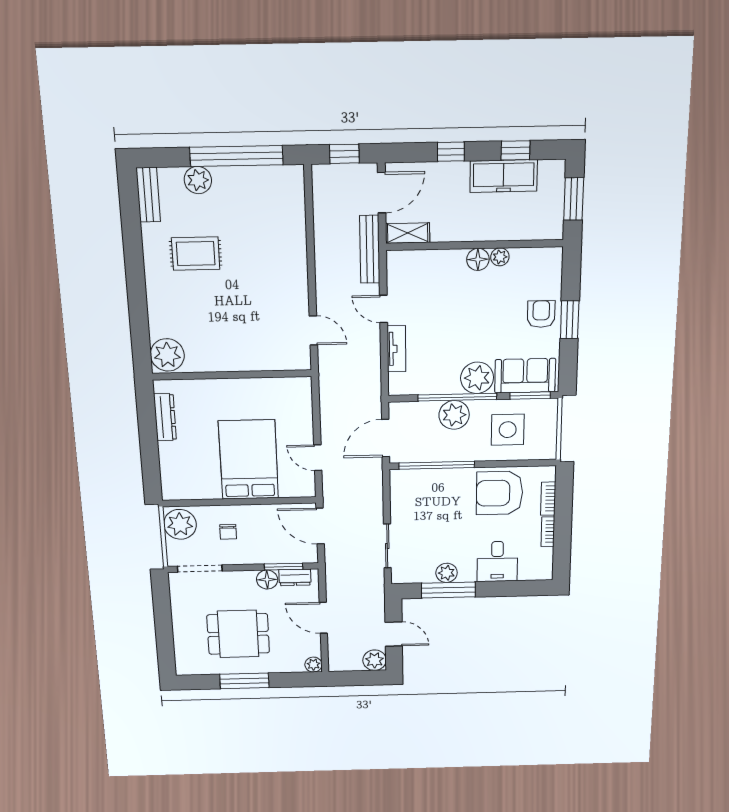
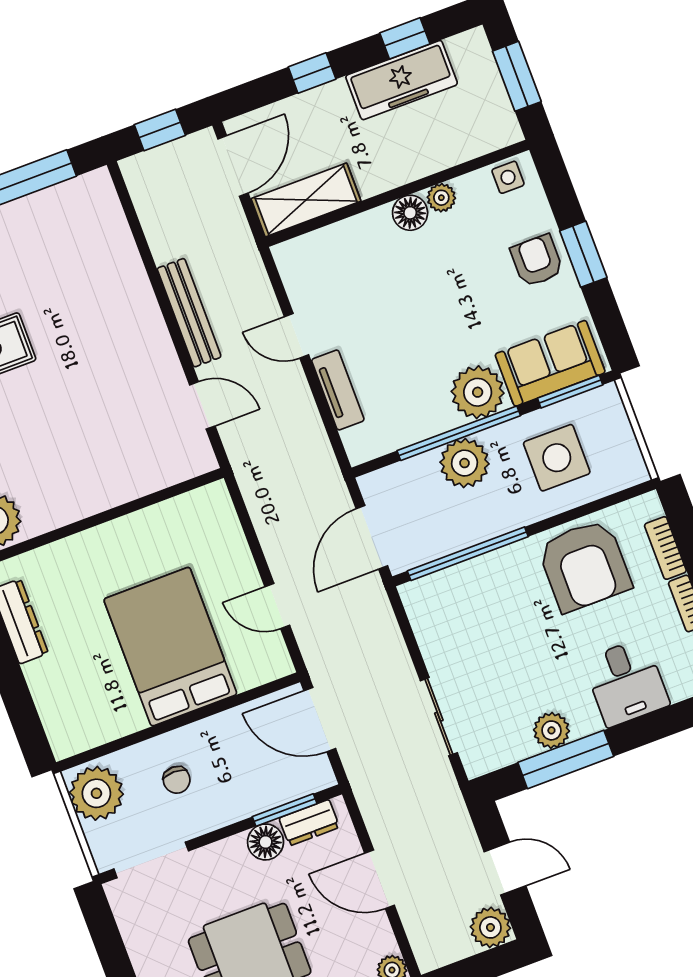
shelving: (408, 233) -> (306, 200), width x1.50, depth x1.33
bench: (370, 249) -> (189, 313), moved
side table: (544, 259) -> (508, 177), added
armchair: (500, 493) -> (584, 565), turned -90

